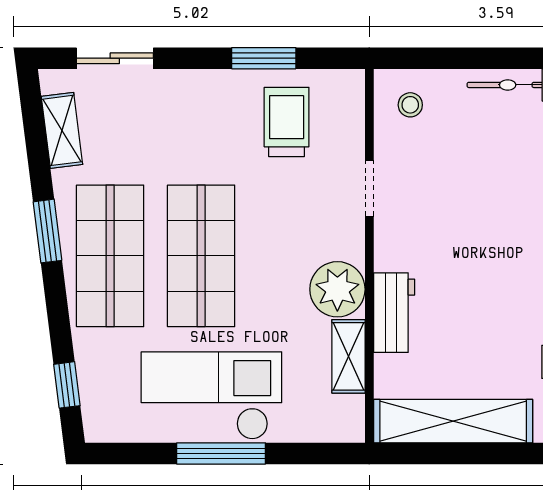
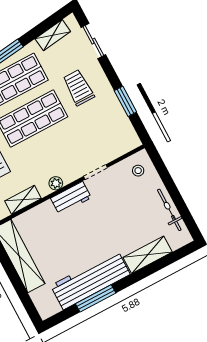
trolley: (287, 122) -> (78, 88), moved, turned -90
plant: (337, 289) -> (56, 183), width x0.53, depth x0.53
workbench: (394, 313) -> (71, 198), moved

